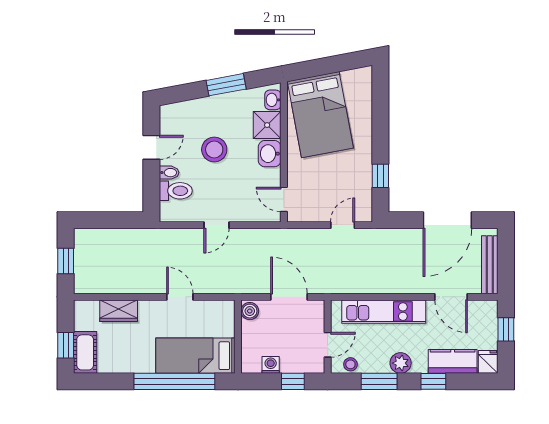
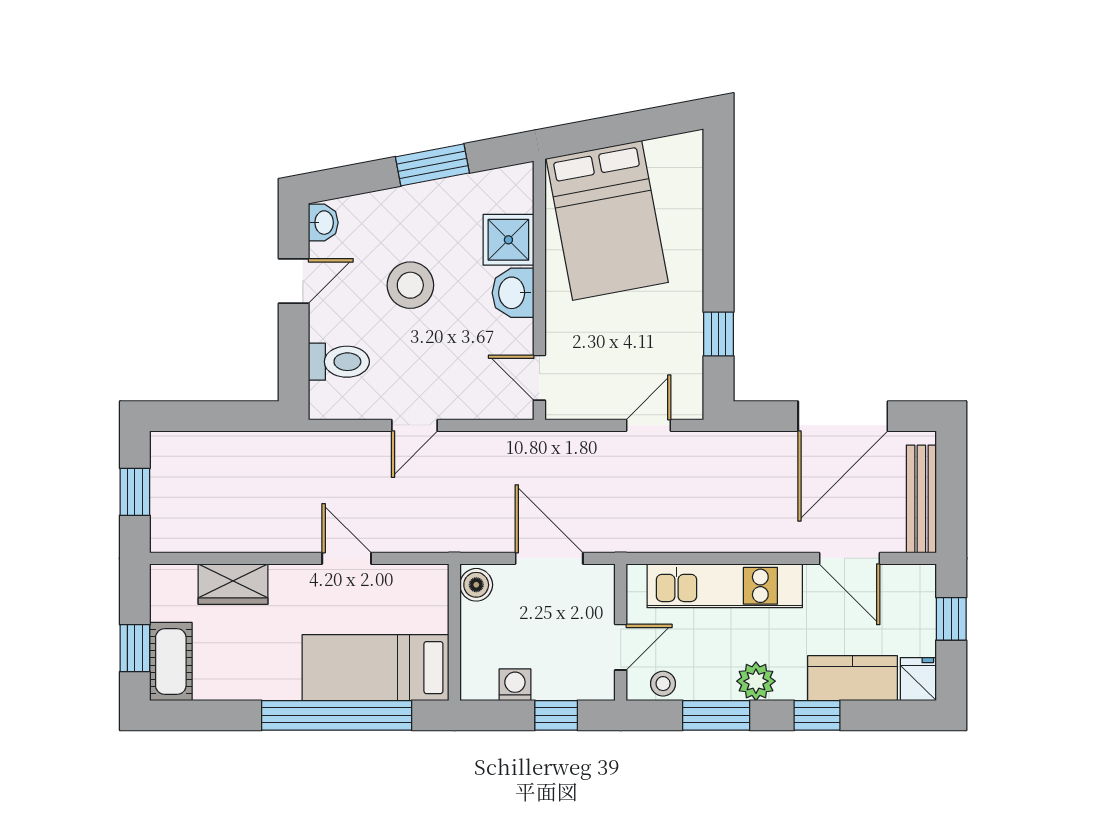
washbasin: (273, 100) -> (323, 223), moved, turned 180
bidet: (169, 173) -> (327, 328), removed

